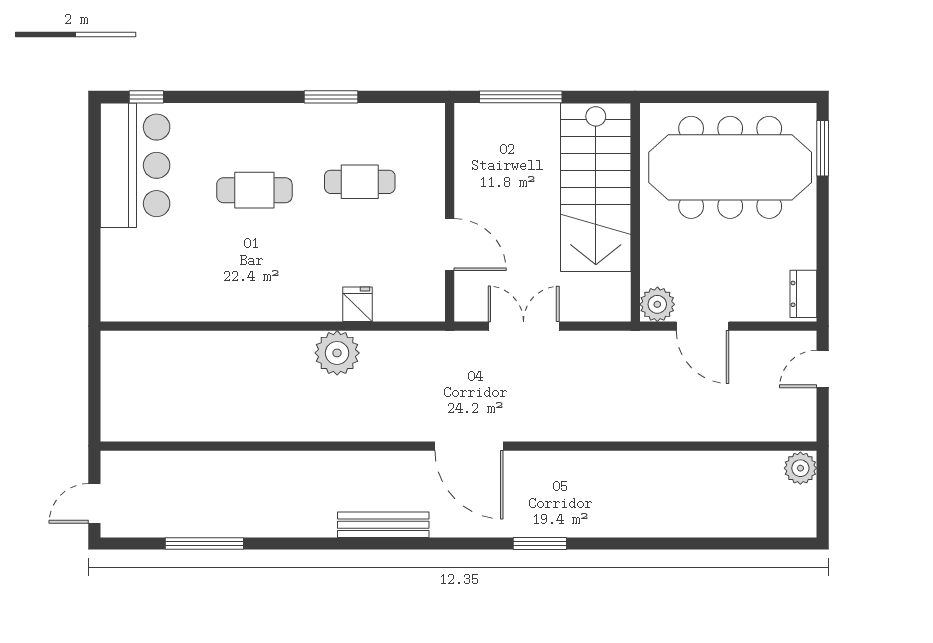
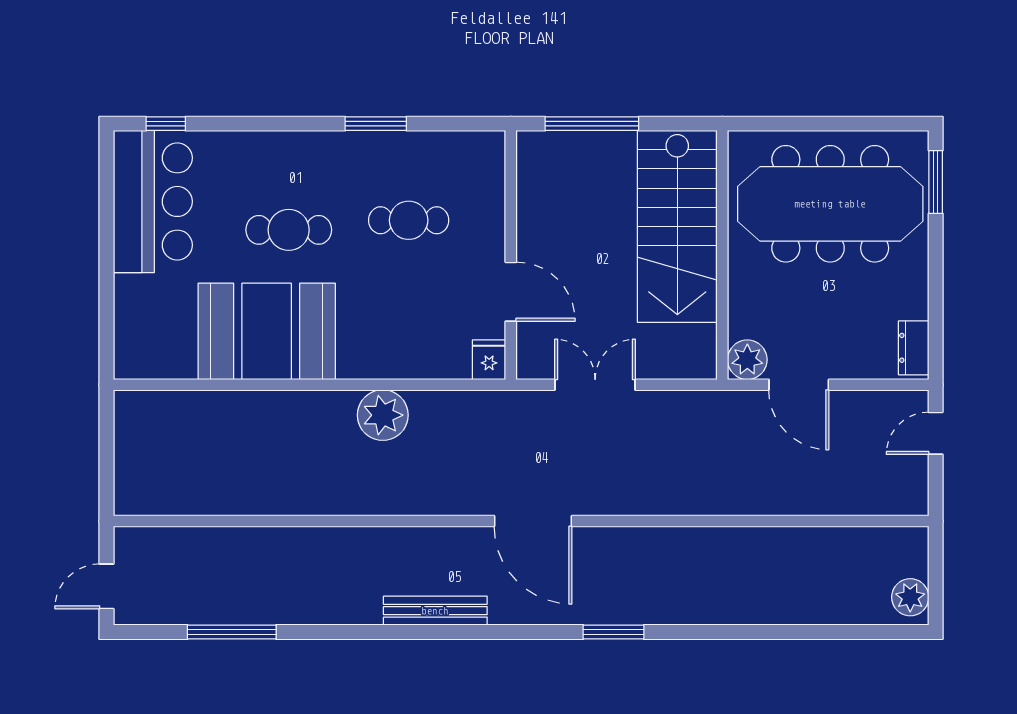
booth: (235, 279) -> (267, 331), added
fridge: (357, 304) -> (489, 360), moved
plant: (800, 468) -> (910, 597), moved

